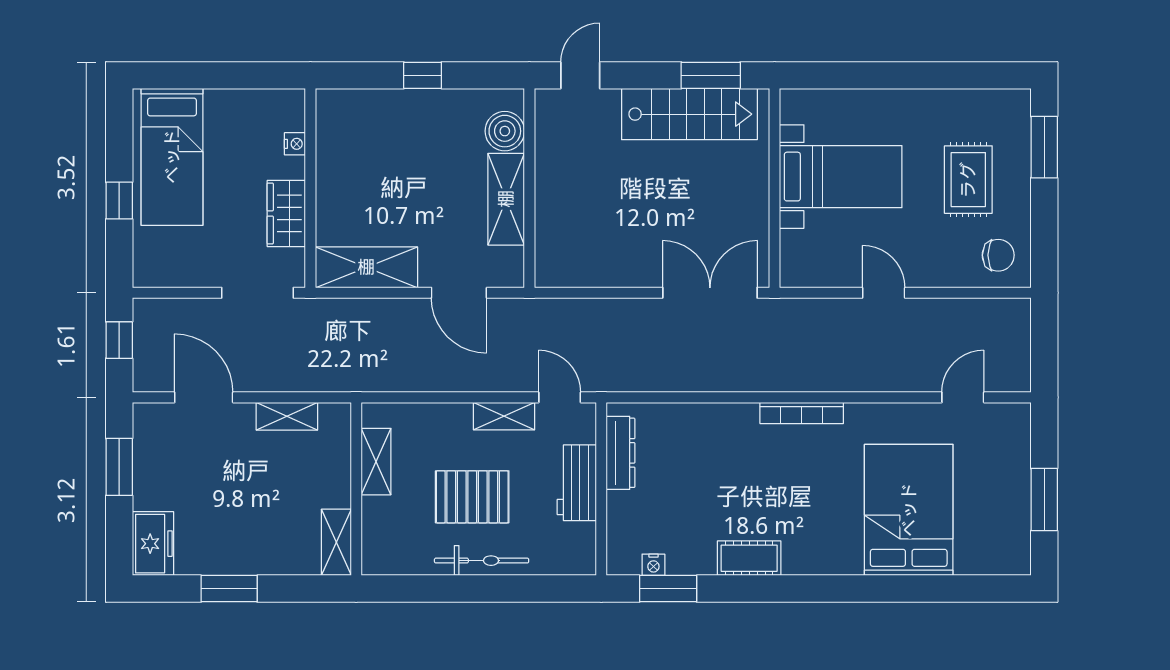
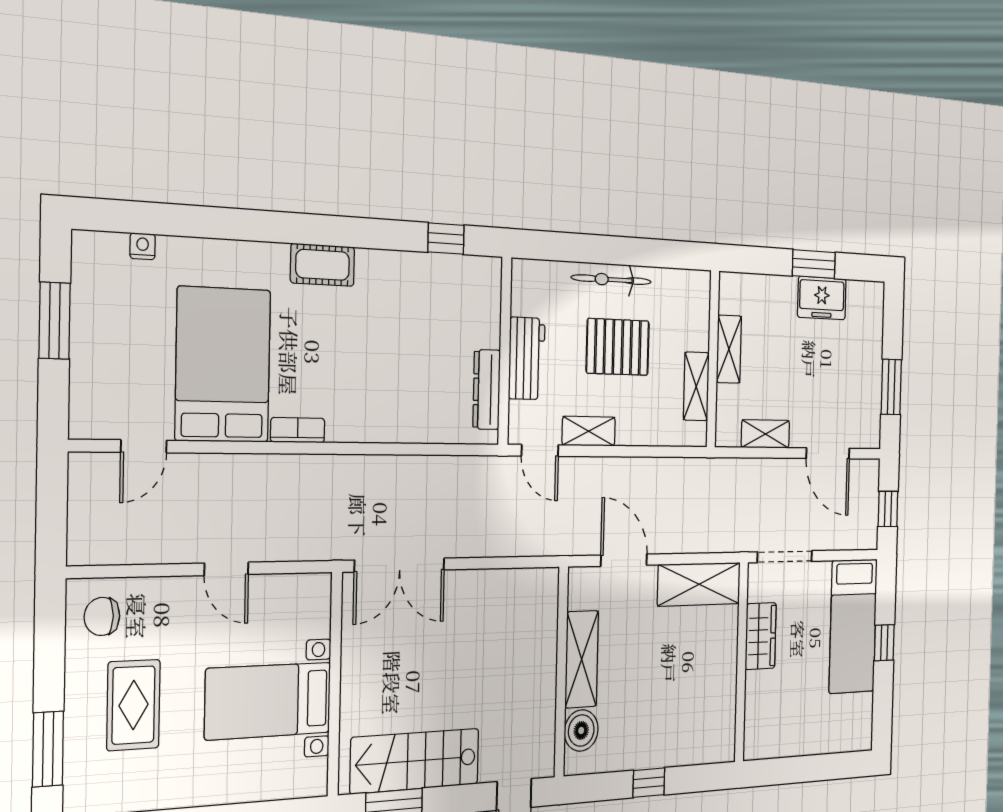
nightstand: (295, 144) -> (752, 706), removed
bed: (172, 157) -> (853, 626), moved, turned 180
bookcase: (802, 413) -> (298, 430), width x0.64
bed: (909, 510) -> (223, 365), moved, turned 180
shelving: (336, 542) -> (729, 349), moved
freezer: (153, 544) -> (822, 298), moved, turned -90
cot: (749, 558) -> (323, 265), moved
nightstand: (653, 565) -> (143, 246), moved
window: (668, 589) -> (446, 239), width x0.67

